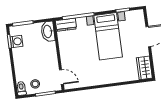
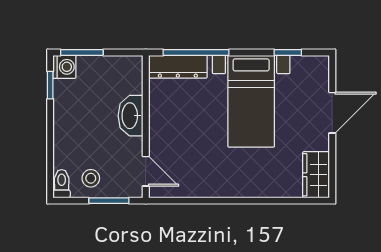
dresser: (66, 25) -> (178, 67), width x1.44
washbasin: (48, 31) -> (131, 116), moved
washing machine: (17, 41) -> (64, 67), moved

